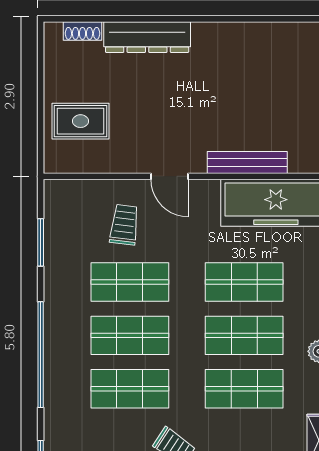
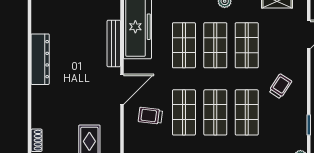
dresser: (147, 37) -> (40, 59), moved
door: (169, 176) -> (122, 89), width x1.38

